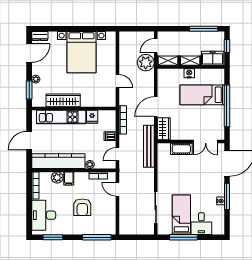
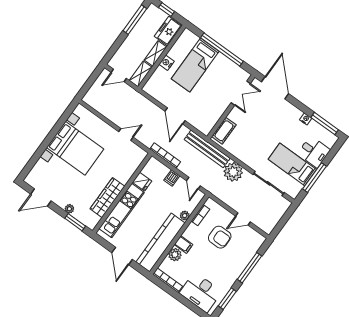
dresser: (40, 36) -> (32, 176), removed
door: (156, 46) -> (119, 75), hinge flipped
door: (29, 53) -> (41, 198), swing flipped
plant: (146, 63) -> (233, 172), moved
wardrobe: (164, 129) -> (201, 123), removed
cot: (181, 149) -> (224, 131), moved
door: (117, 189) -> (243, 219), moved
window: (227, 196) -> (325, 124), moved
armchair: (82, 207) -> (220, 237), moved
window: (97, 237) -> (250, 268), moved

